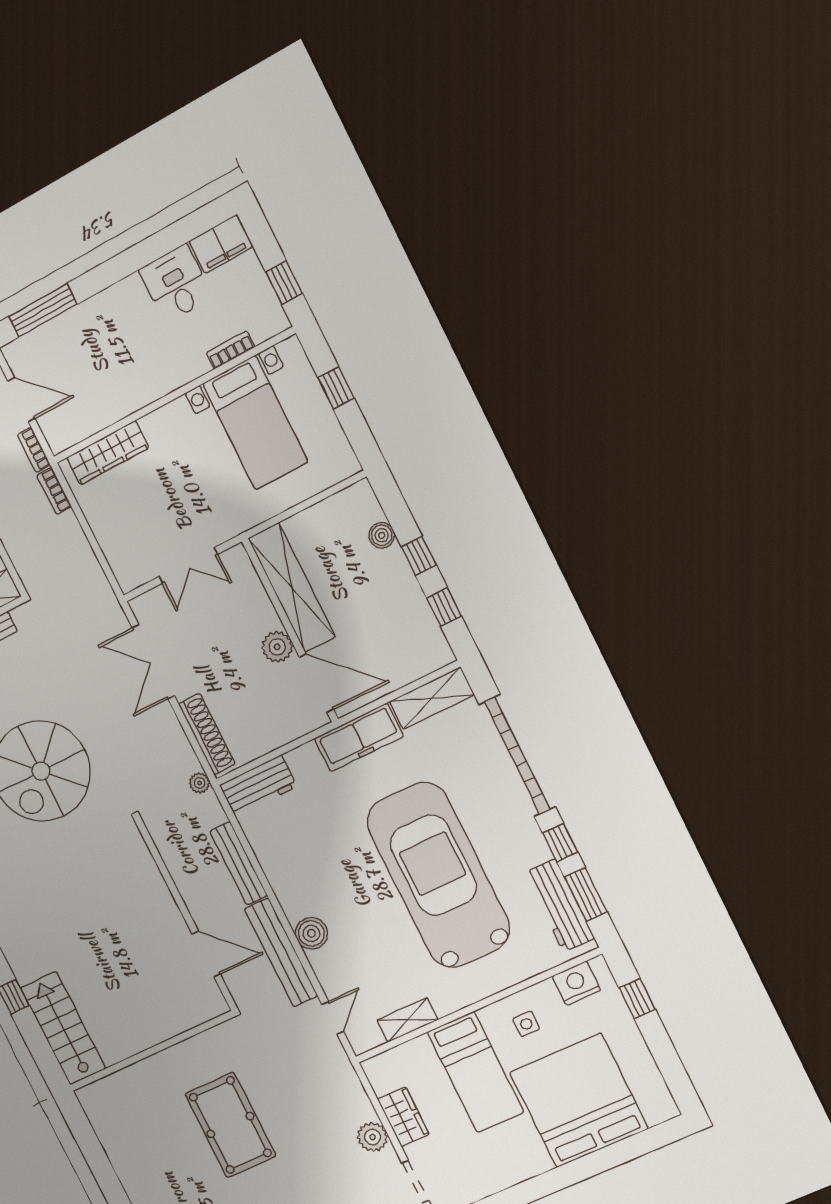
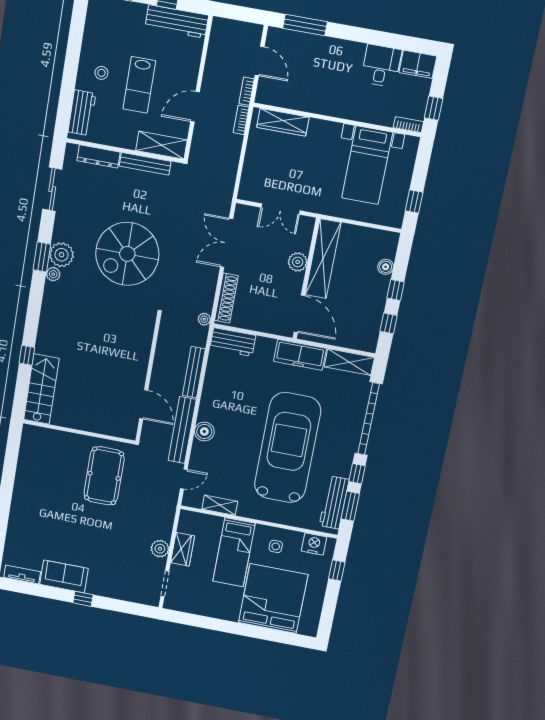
bookcase: (230, 350) -> (408, 125), moved
window: (336, 388) -> (414, 201), moved
plant: (277, 647) -> (298, 262), moved
pool table: (230, 1125) -> (104, 476), moved

